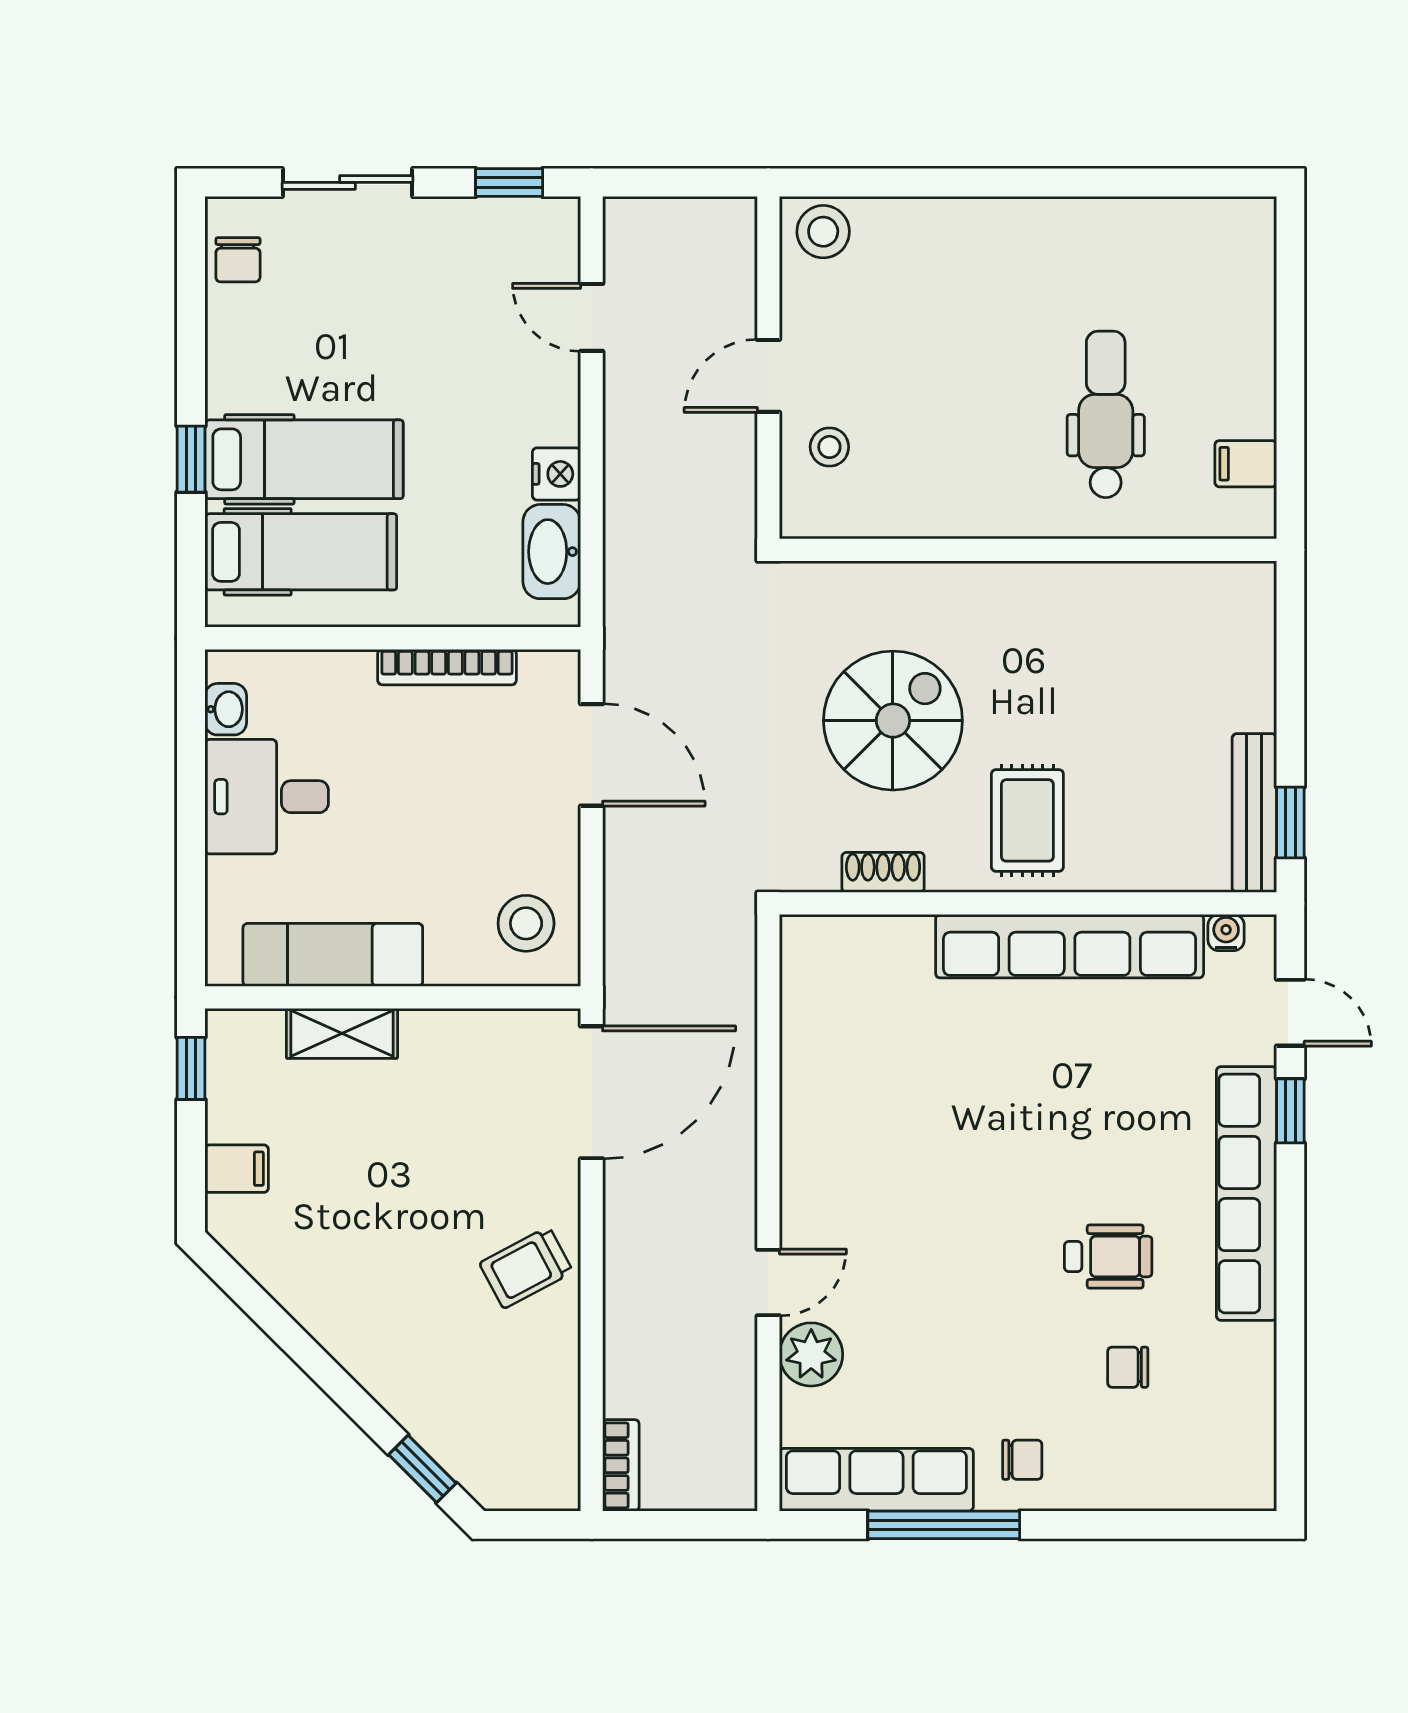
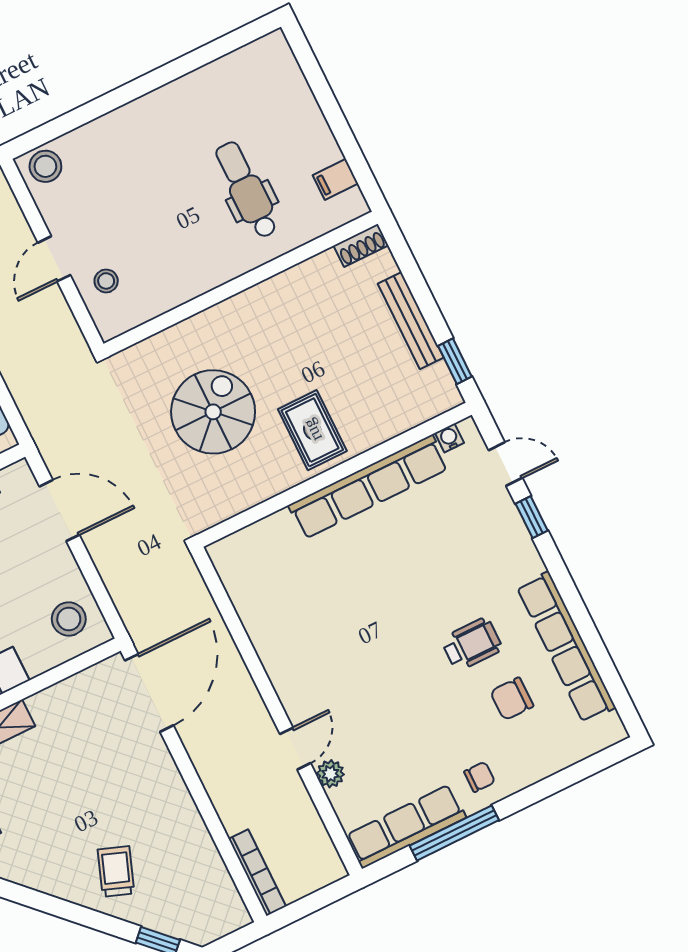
bench: (1254, 813) -> (411, 321), moved
shoe rack: (883, 872) -> (361, 245), moved, turned 180
row of seats: (1246, 1193) -> (566, 647), moved
trolley: (526, 1268) -> (116, 871), moved, turned 138
plant: (811, 1354) -> (330, 774), width x0.73, depth x0.73
chair: (1128, 1367) -> (512, 699), width x1.37, depth x1.37
bookcase: (621, 1465) -> (257, 873), width x1.56

